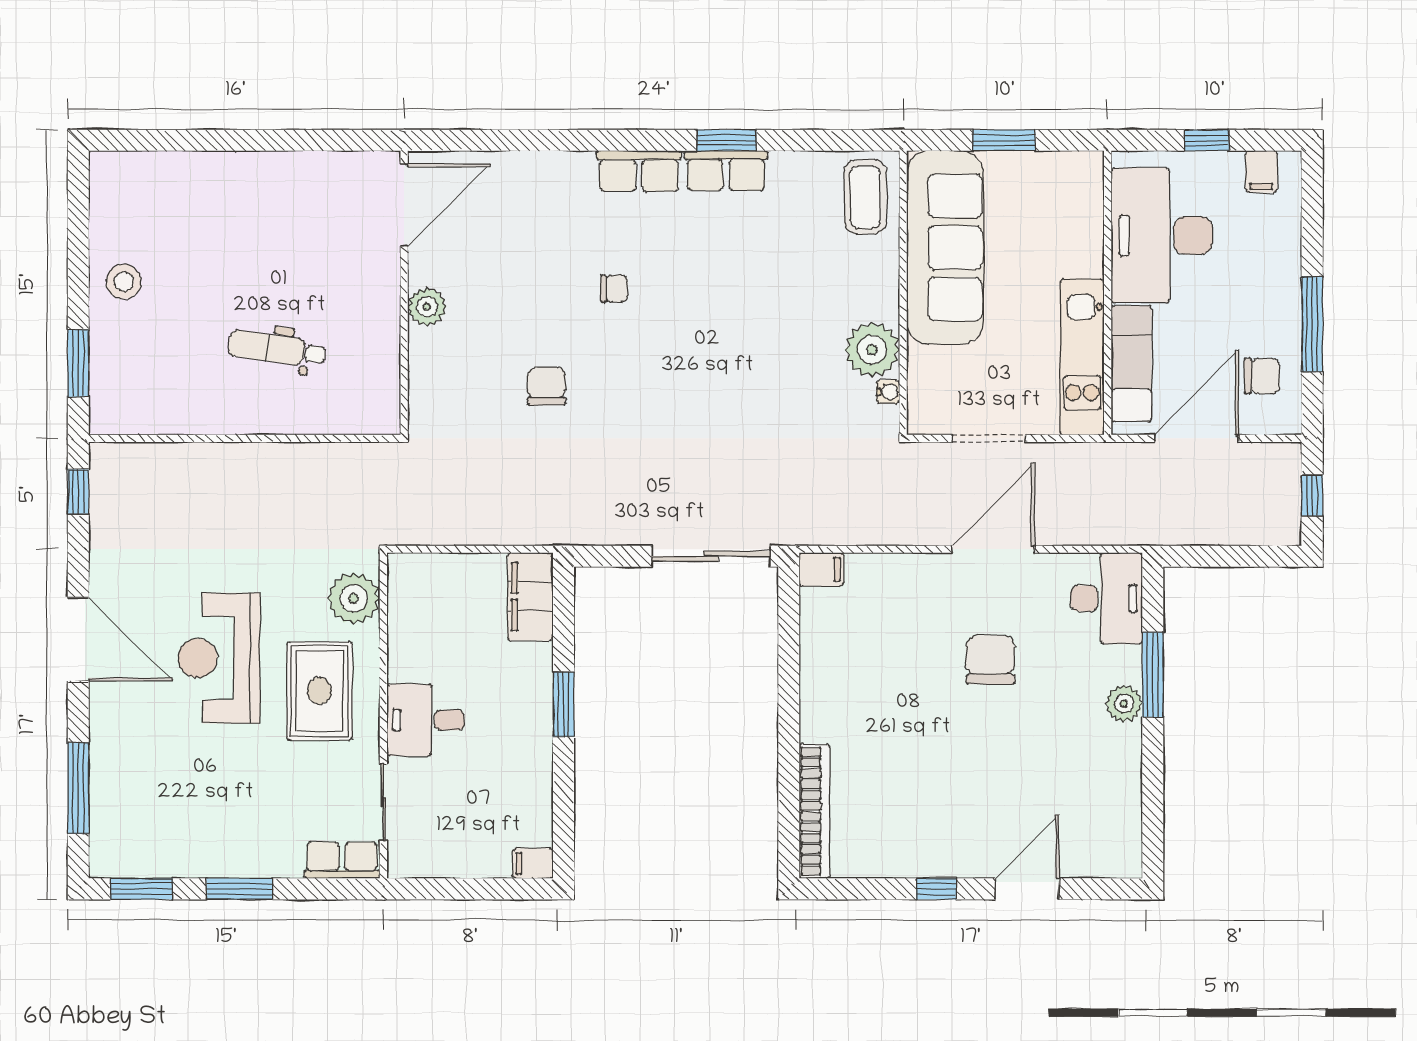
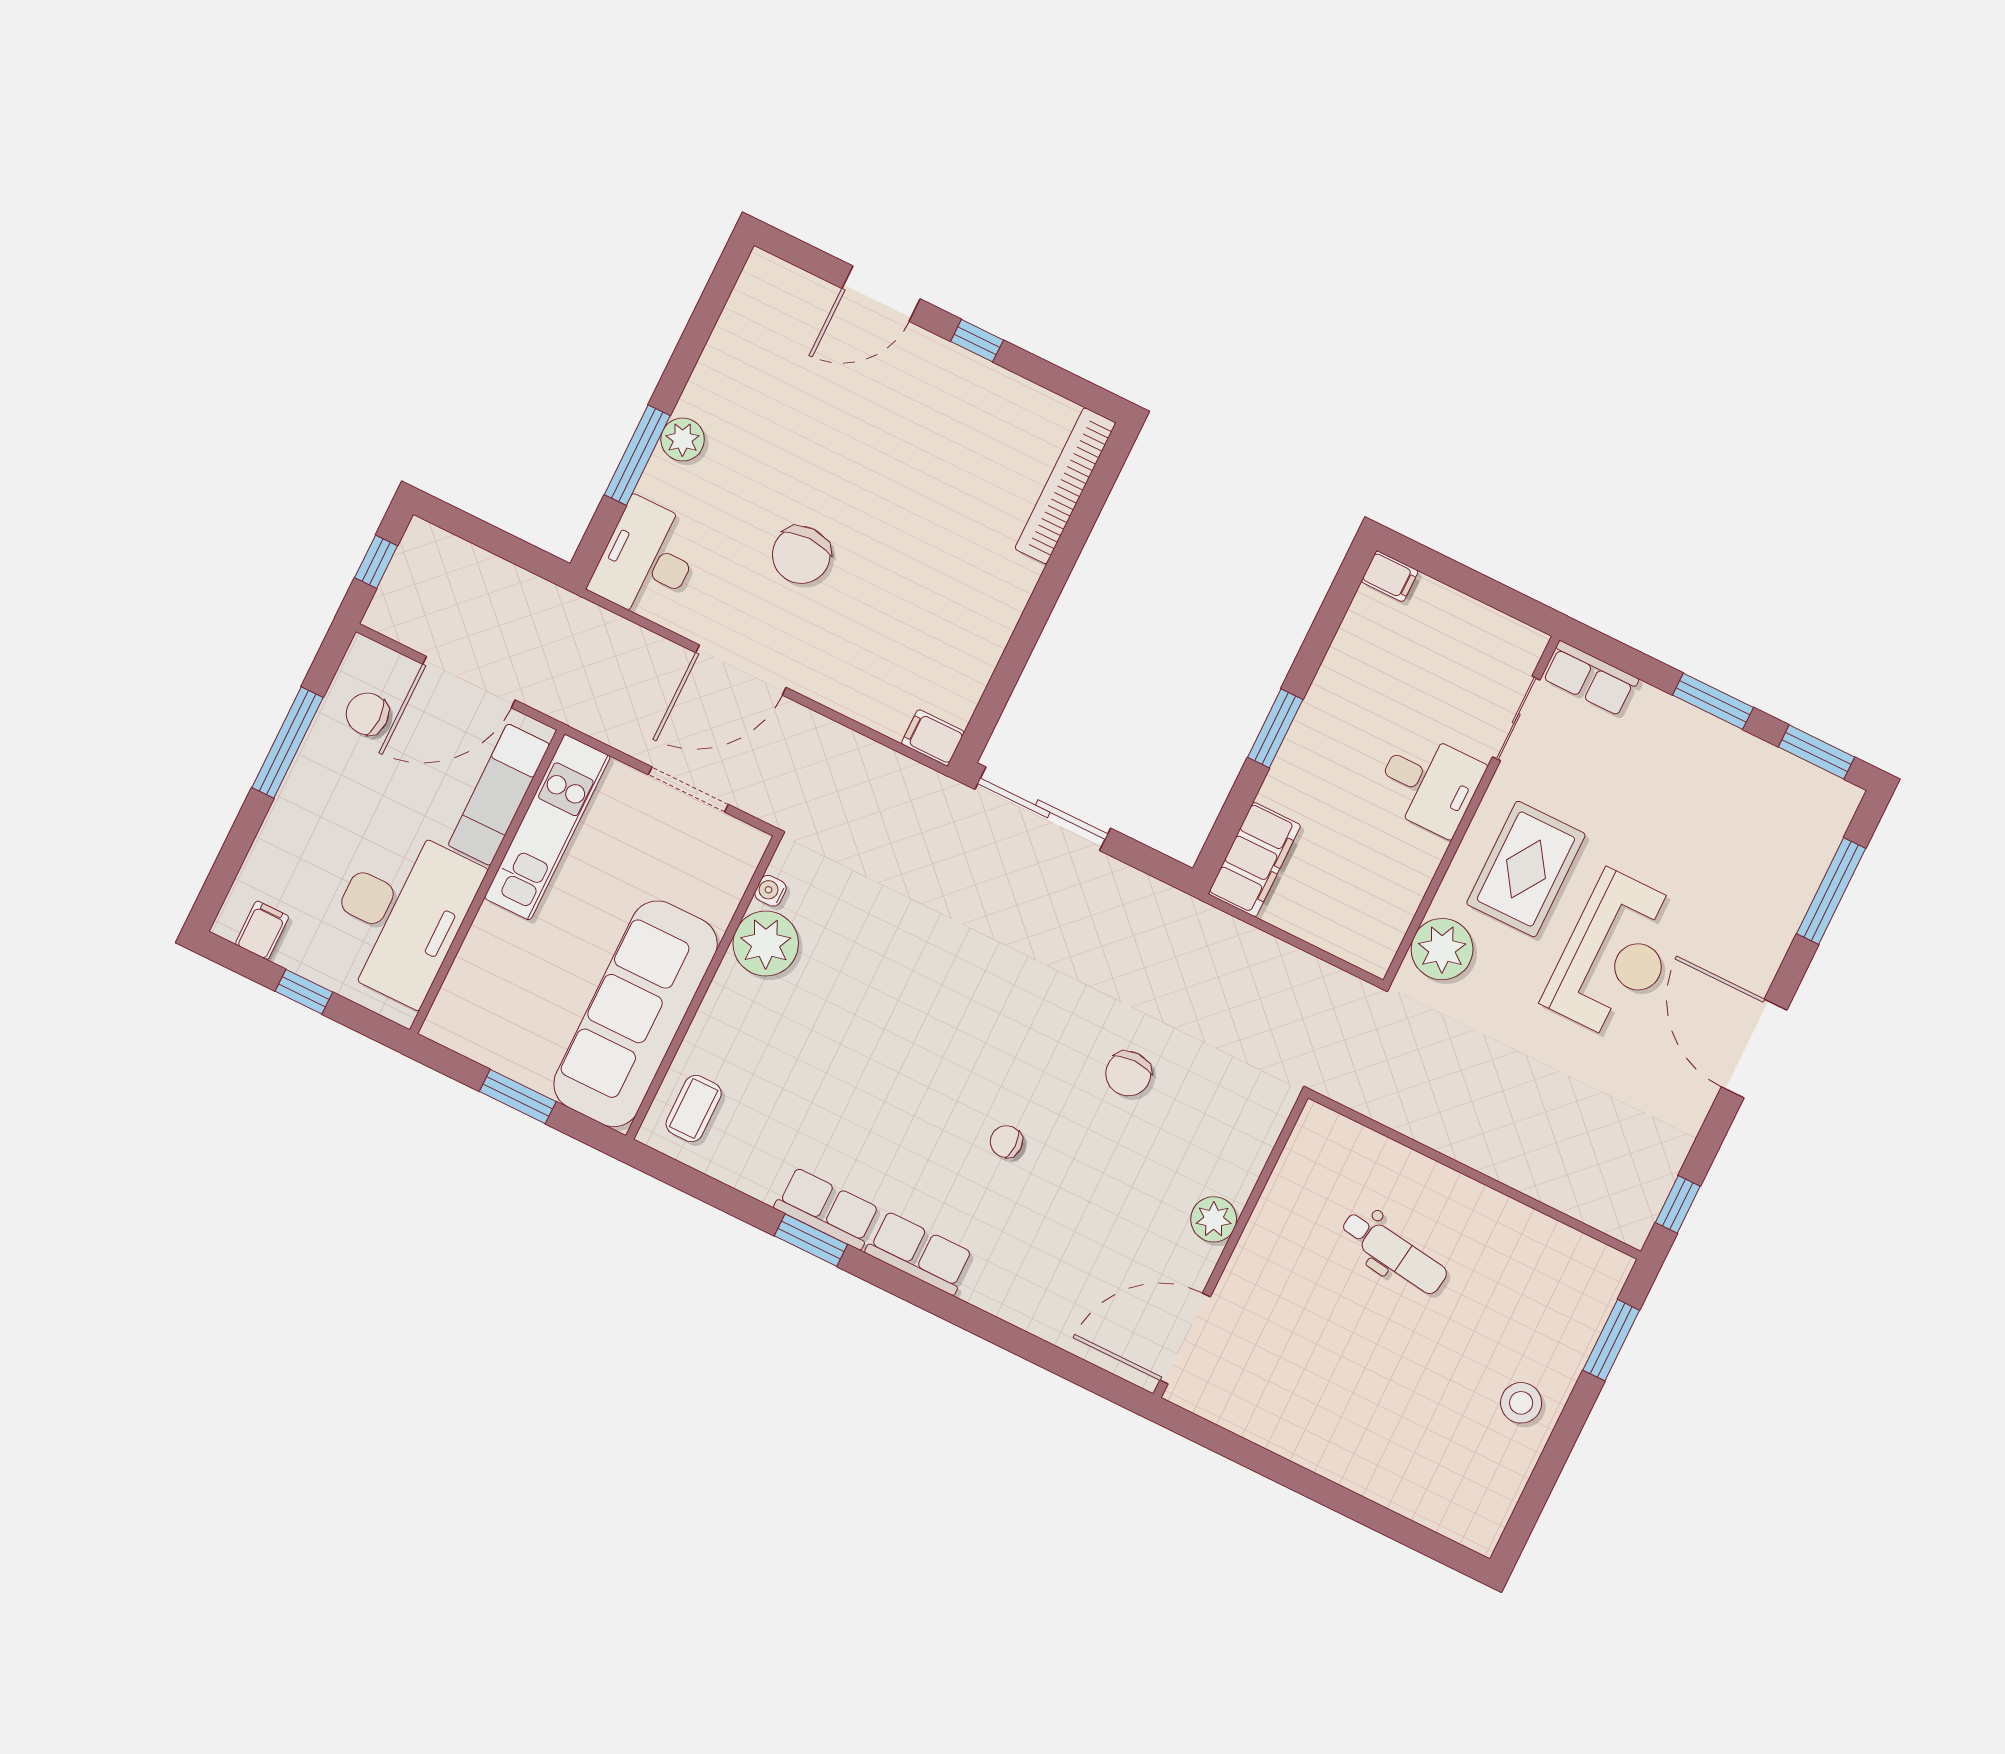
coffee table: (865, 197) -> (694, 1109), width x0.73, depth x0.77

